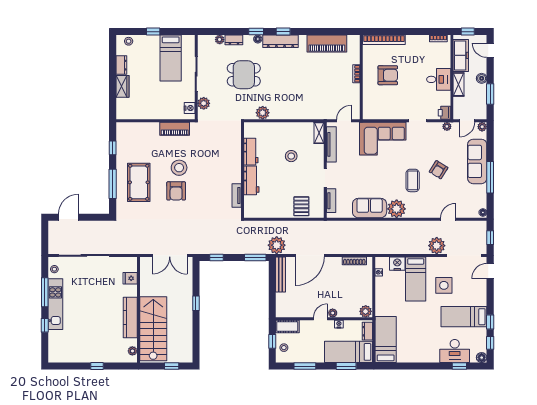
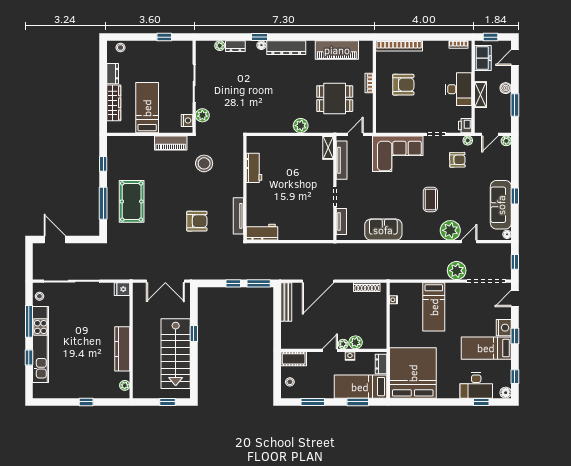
window: (153, 32) -> (164, 37), moved
window: (283, 32) -> (289, 37), removed
door: (490, 50) -> (515, 57), hinge flipped
freezer: (461, 55) -> (483, 58), width x0.71
bed: (171, 58) -> (147, 108), moved, turned 180
dining table: (244, 75) -> (335, 99), moved
desk: (439, 79) -> (459, 89), width x1.37
wardrobe: (122, 86) -> (114, 103), width x1.50
plant: (263, 113) -> (301, 126), moved
stool: (291, 156) -> (298, 173), removed
sofa: (477, 161) -> (501, 205), moved
stool: (179, 168) -> (204, 163), moved
armchair: (439, 170) -> (457, 160), moved, turned -123
window: (490, 177) -> (515, 196), width x0.46
workbench: (251, 180) -> (262, 232), moved, turned -90
armchair: (176, 191) -> (197, 221), moved, turned -90
tv unit: (237, 195) -> (238, 216), width x1.41
pallet: (301, 206) -> (309, 228), removed
plant: (397, 209) -> (450, 230), moved
door: (68, 217) -> (55, 239), hinge flipped
plant: (277, 245) -> (282, 270), removed
window: (216, 257) -> (233, 283), moved
nightstand: (397, 264) -> (504, 328), moved, turned 90
fridge: (130, 278) -> (122, 289), moved
side table: (444, 285) -> (464, 314), removed
kitchen unit: (55, 304) -> (41, 345), width x1.36
plant: (366, 311) -> (356, 342), moved
window: (490, 322) -> (515, 336), moved
stairs: (153, 329) -> (176, 354), moved, turned 180
bed: (386, 339) -> (413, 373), width x2.04
window: (272, 341) -> (277, 375), removed

